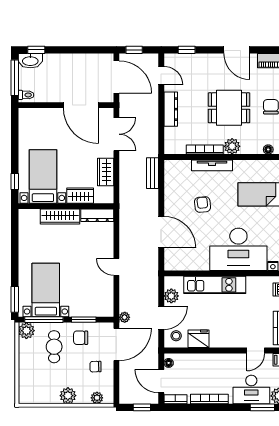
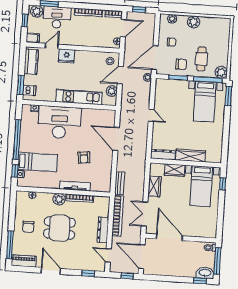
bookcase: (152, 129) -> (118, 216), added
fridge: (198, 339) -> (67, 56), moved
door: (161, 381) -> (123, 28), hinge flipped

